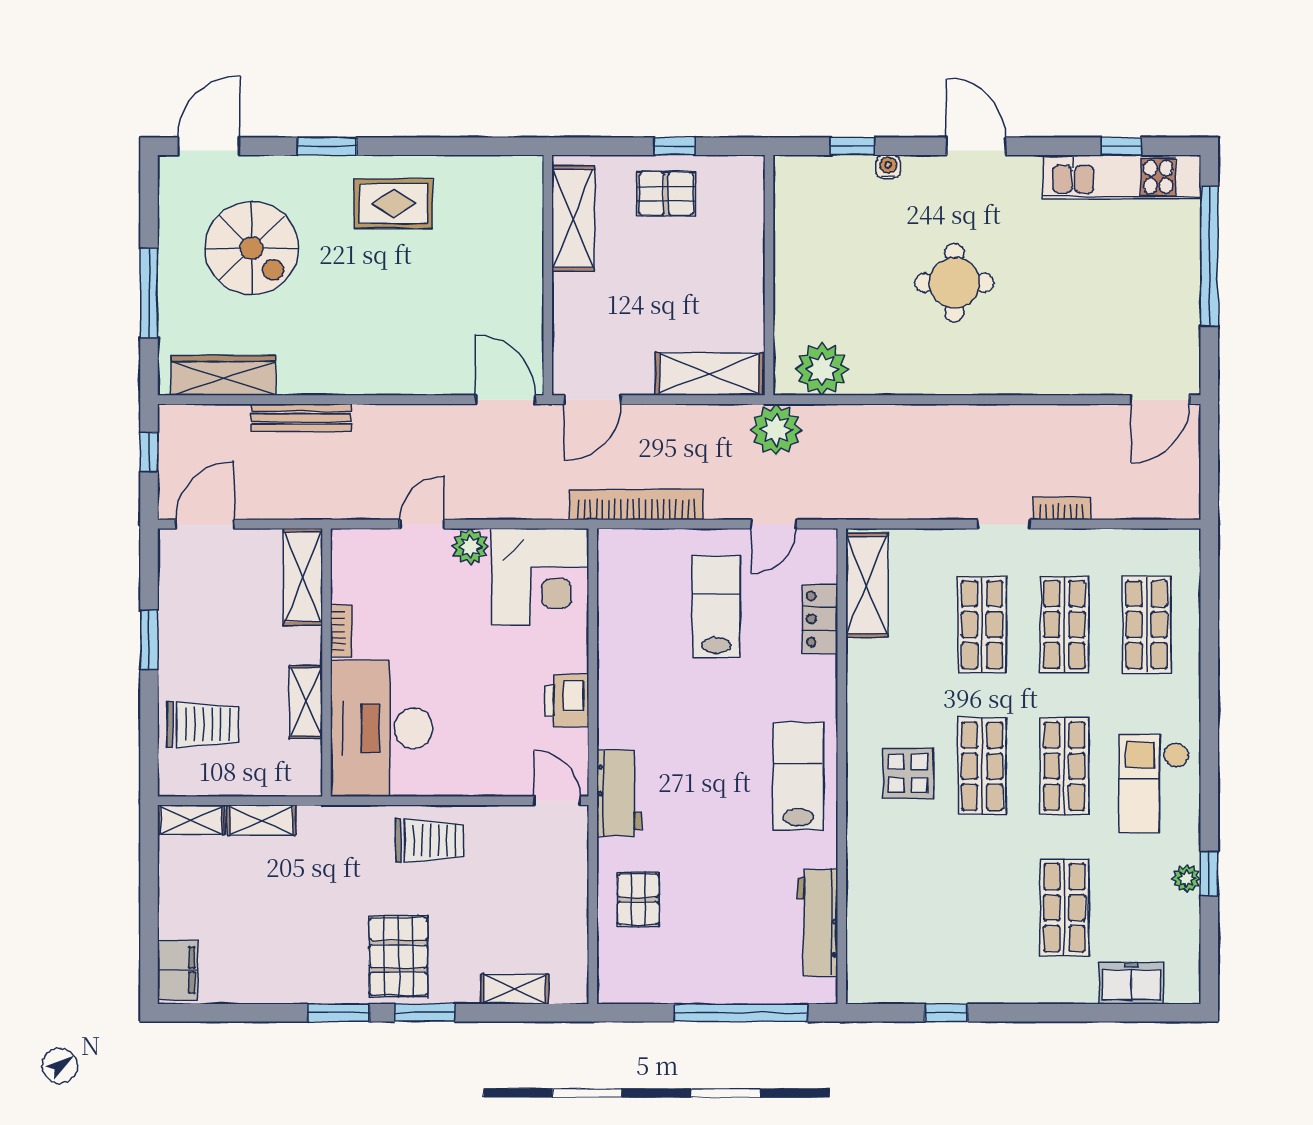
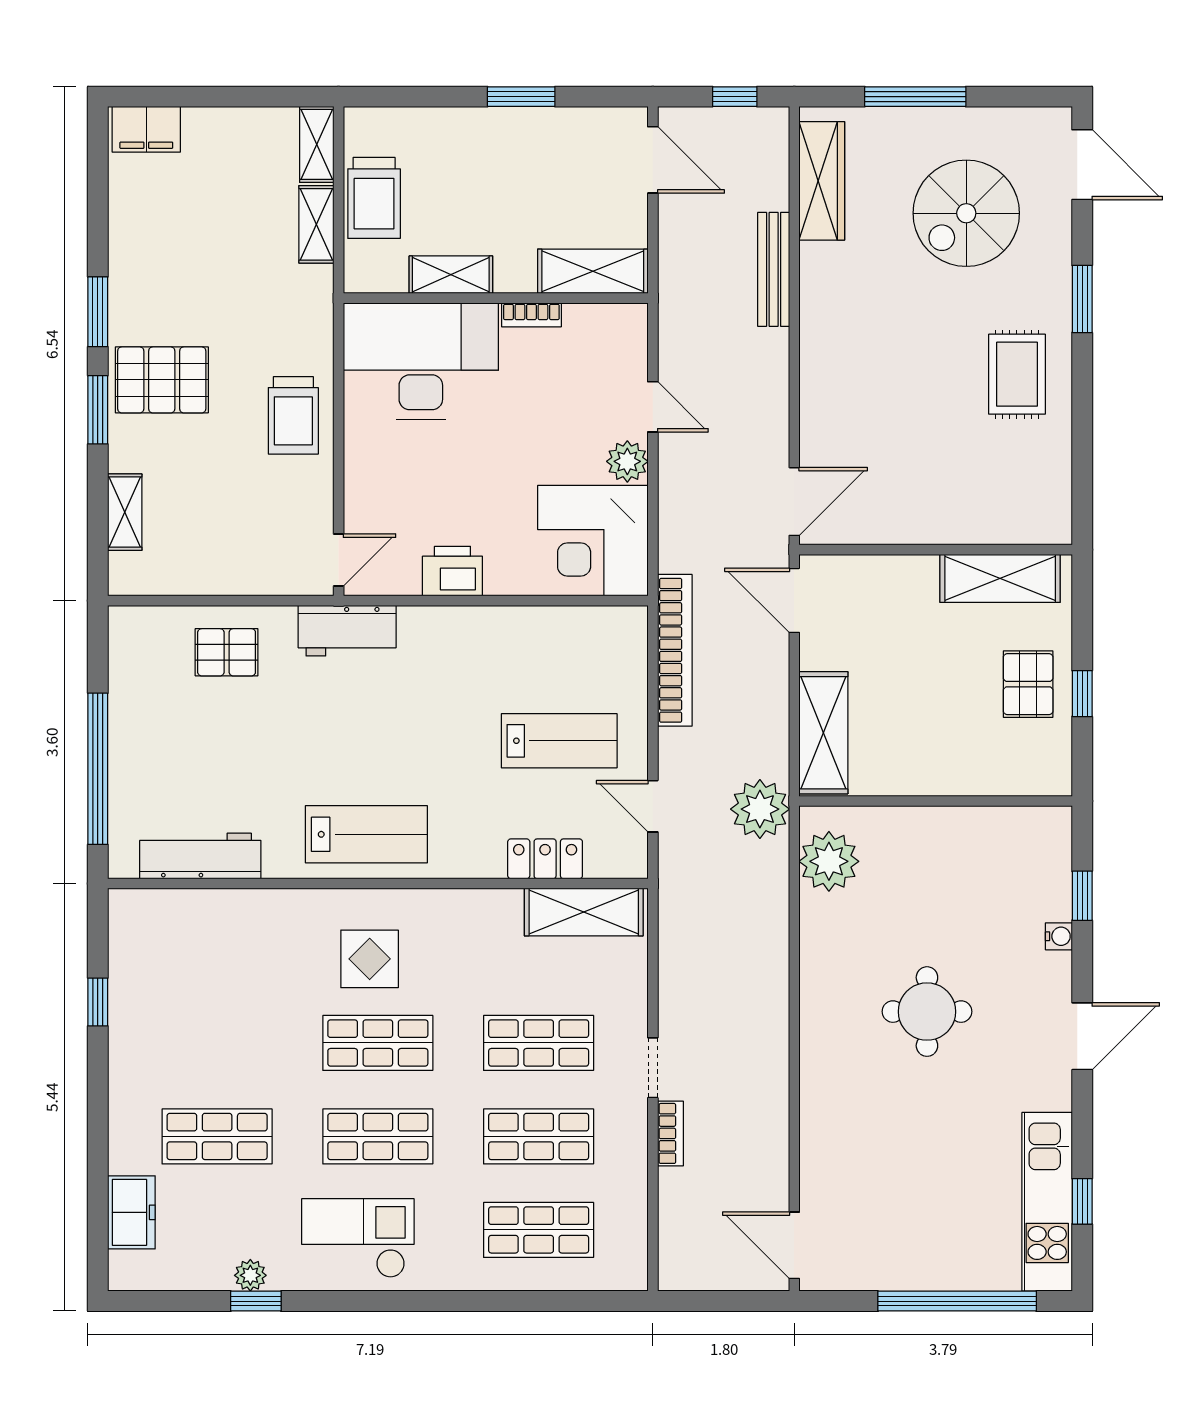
trolley: (203, 725) -> (374, 198), moved

